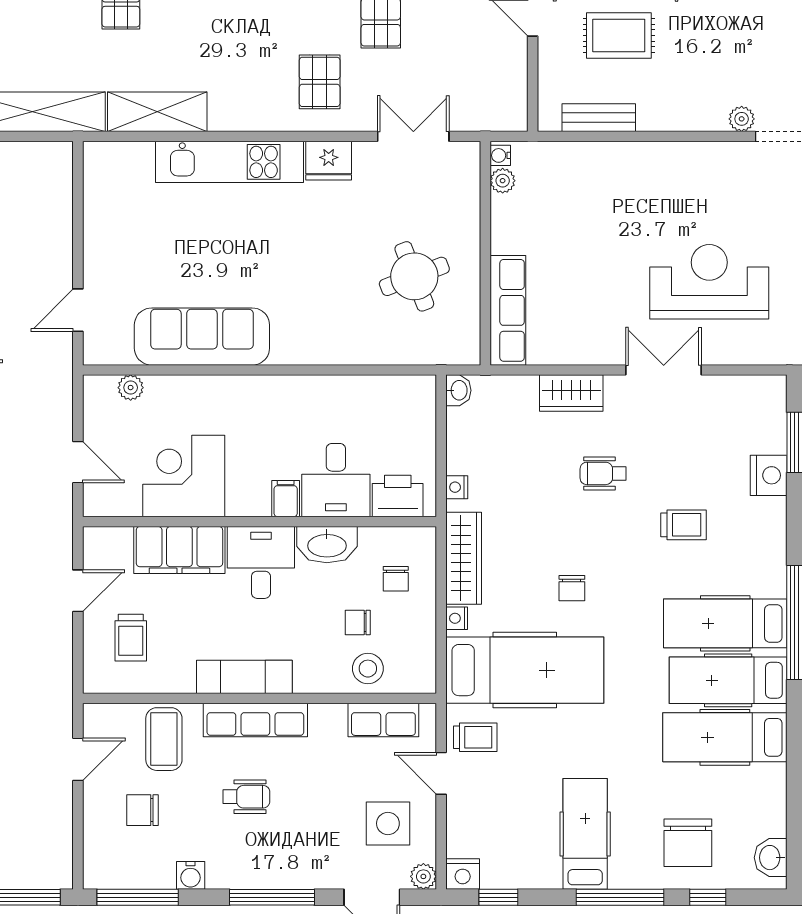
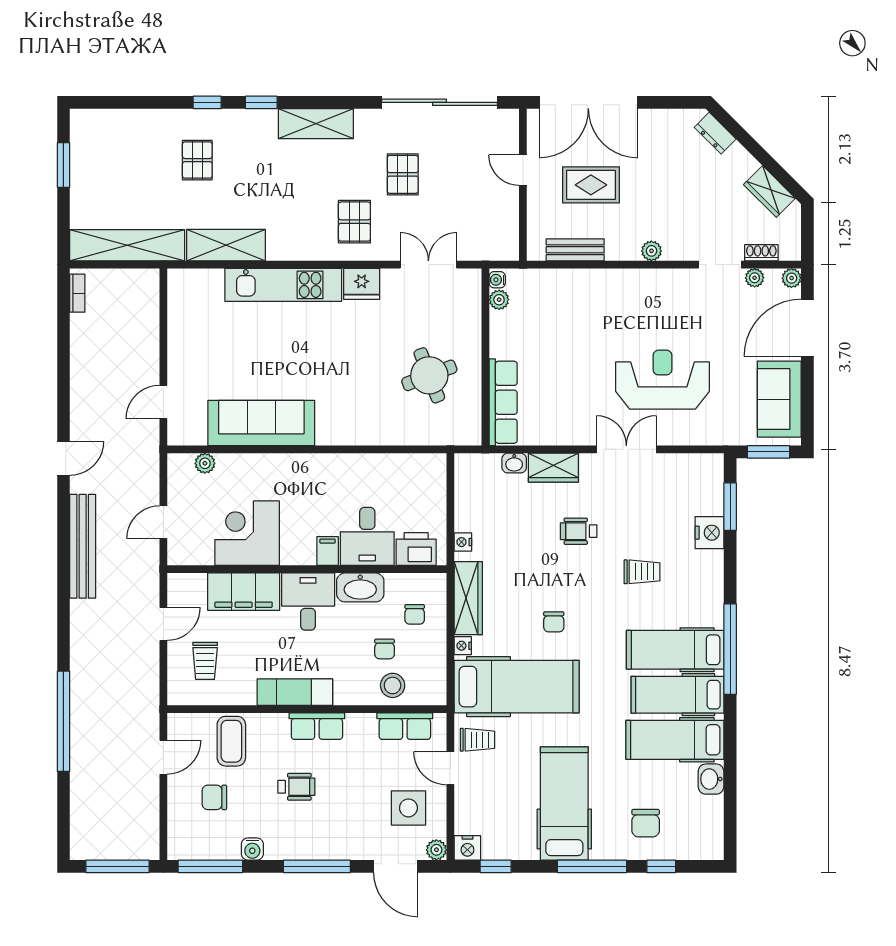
plant: (742, 119) -> (651, 251), moved
washbasin: (458, 390) -> (514, 463), moved, turned 90
door: (78, 462) -> (163, 522), swing flipped
chair: (358, 622) -> (385, 649), turned -90
row of seats: (255, 720) -> (317, 726), width x0.68
hospital bed: (585, 834) -> (564, 803), width x1.37, depth x1.29
chair: (688, 843) -> (646, 823), width x0.73, depth x0.73
washbasin: (771, 858) -> (711, 779), moved

